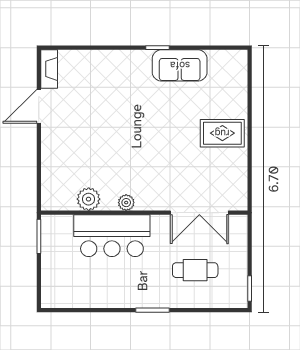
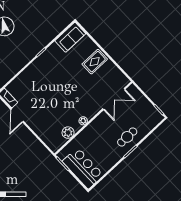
sofa: (180, 65) -> (70, 37), moved
bar counter: (112, 236) -> (83, 168), moved, turned -90
cafe table: (195, 270) -> (127, 137), moved

